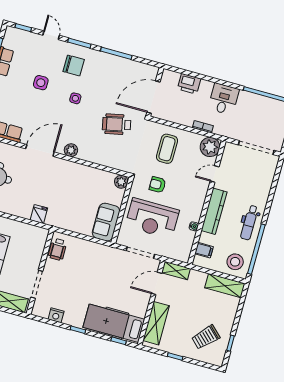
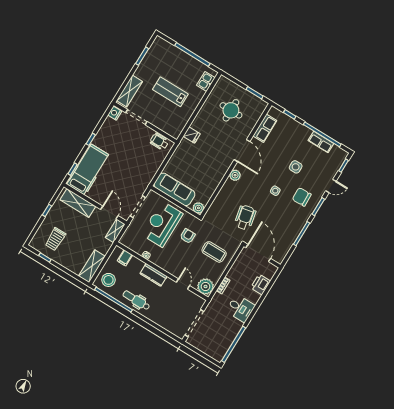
chair: (74, 66) -> (302, 197), turned 88
kitchen counter: (214, 211) -> (154, 275), width x0.67
sofa: (106, 222) -> (174, 189), width x1.36
nightstand: (56, 315) -> (115, 113), moved
trolley: (206, 337) -> (55, 239), turned -134

